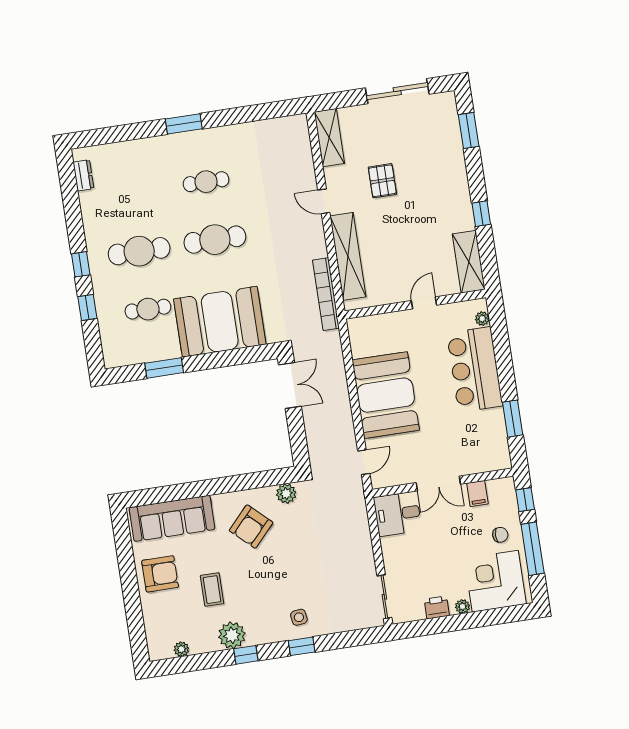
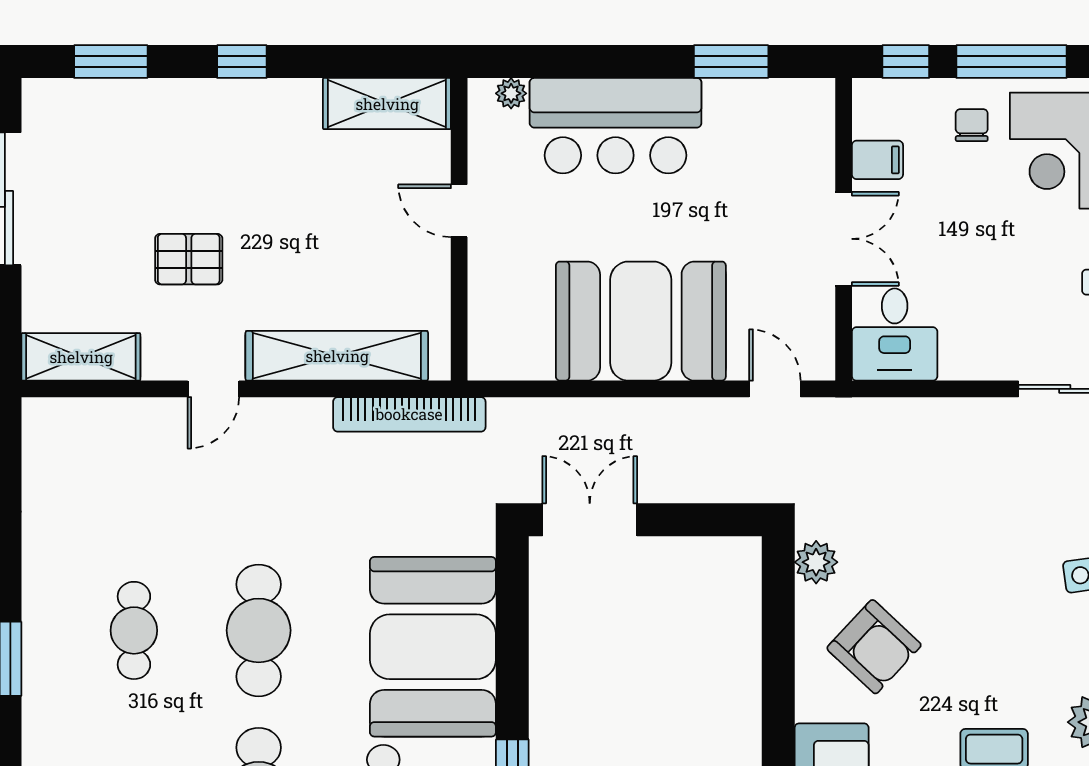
window: (481, 214) -> (242, 62), moved

